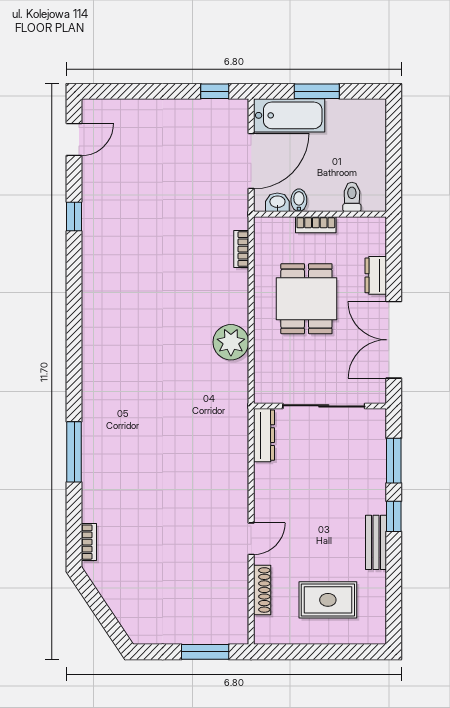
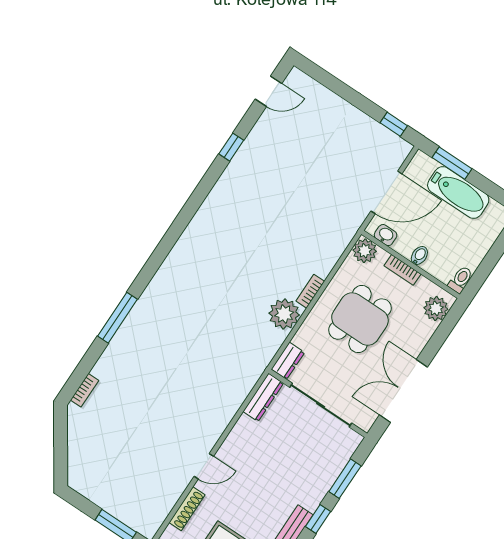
window: (317, 91) -> (452, 163), moved
bathtub: (289, 115) -> (458, 193), moved
toilet: (352, 197) -> (461, 280), moved
bidet: (299, 200) -> (419, 256), moved
plant: (267, 231) -> (365, 251), added
plant: (372, 240) -> (436, 308), added
bookcase: (241, 249) -> (310, 291), moved
dresser: (376, 275) -> (288, 361), moved, turned 180

